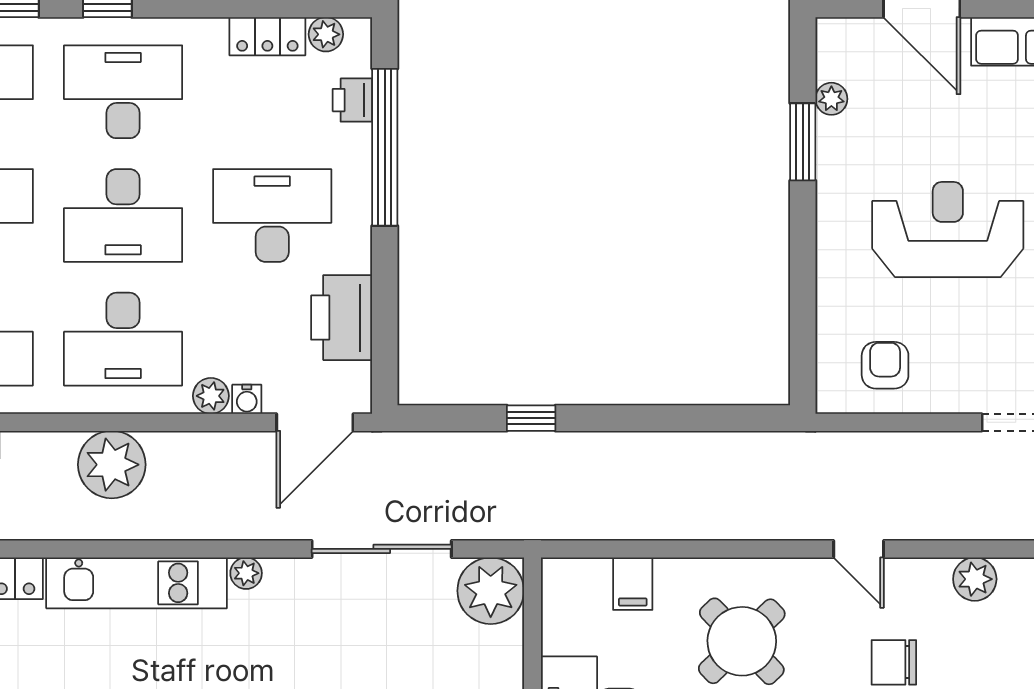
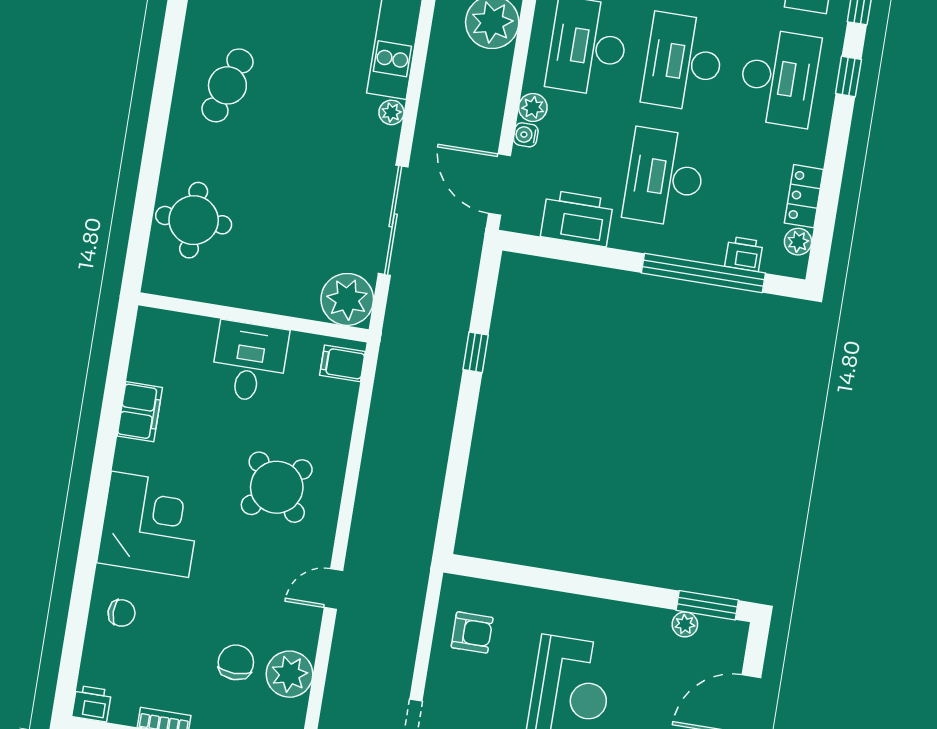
window: (803, 142) -> (707, 605), moved
desk: (272, 215) -> (665, 177), turned 180
plant: (975, 579) -> (289, 674), width x1.36, depth x1.36
filing cabinet: (633, 584) -> (342, 363), moved
chair: (894, 662) -> (236, 662), moved

